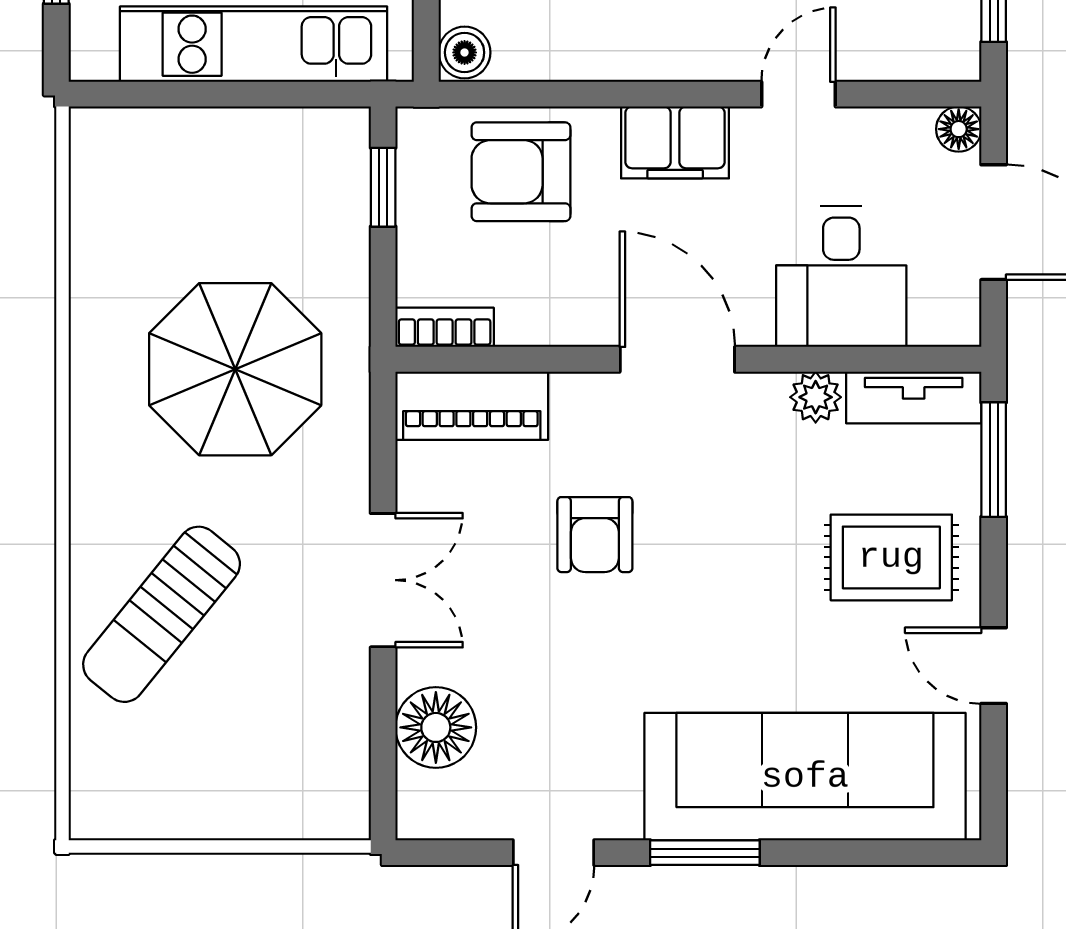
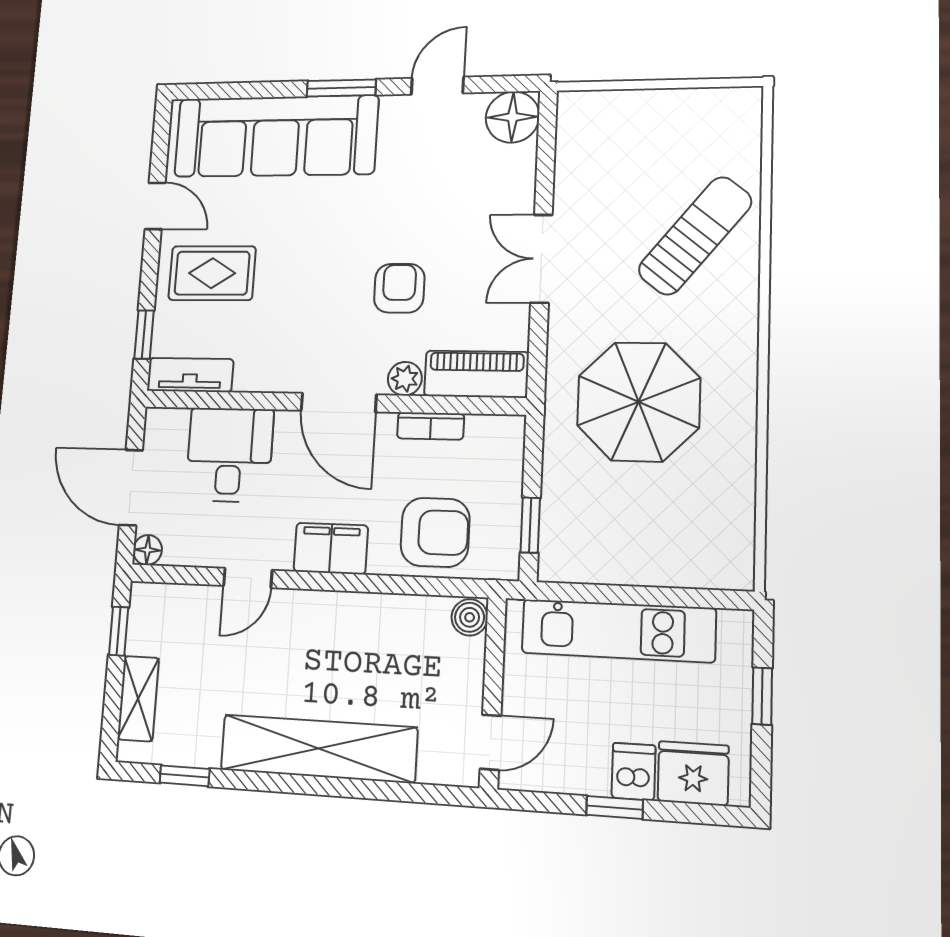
bookcase: (445, 327) -> (431, 426), moved
plant: (816, 397) -> (405, 379), moved
window: (994, 460) -> (144, 335), width x0.67
floor lamp: (436, 727) -> (512, 117), moved

